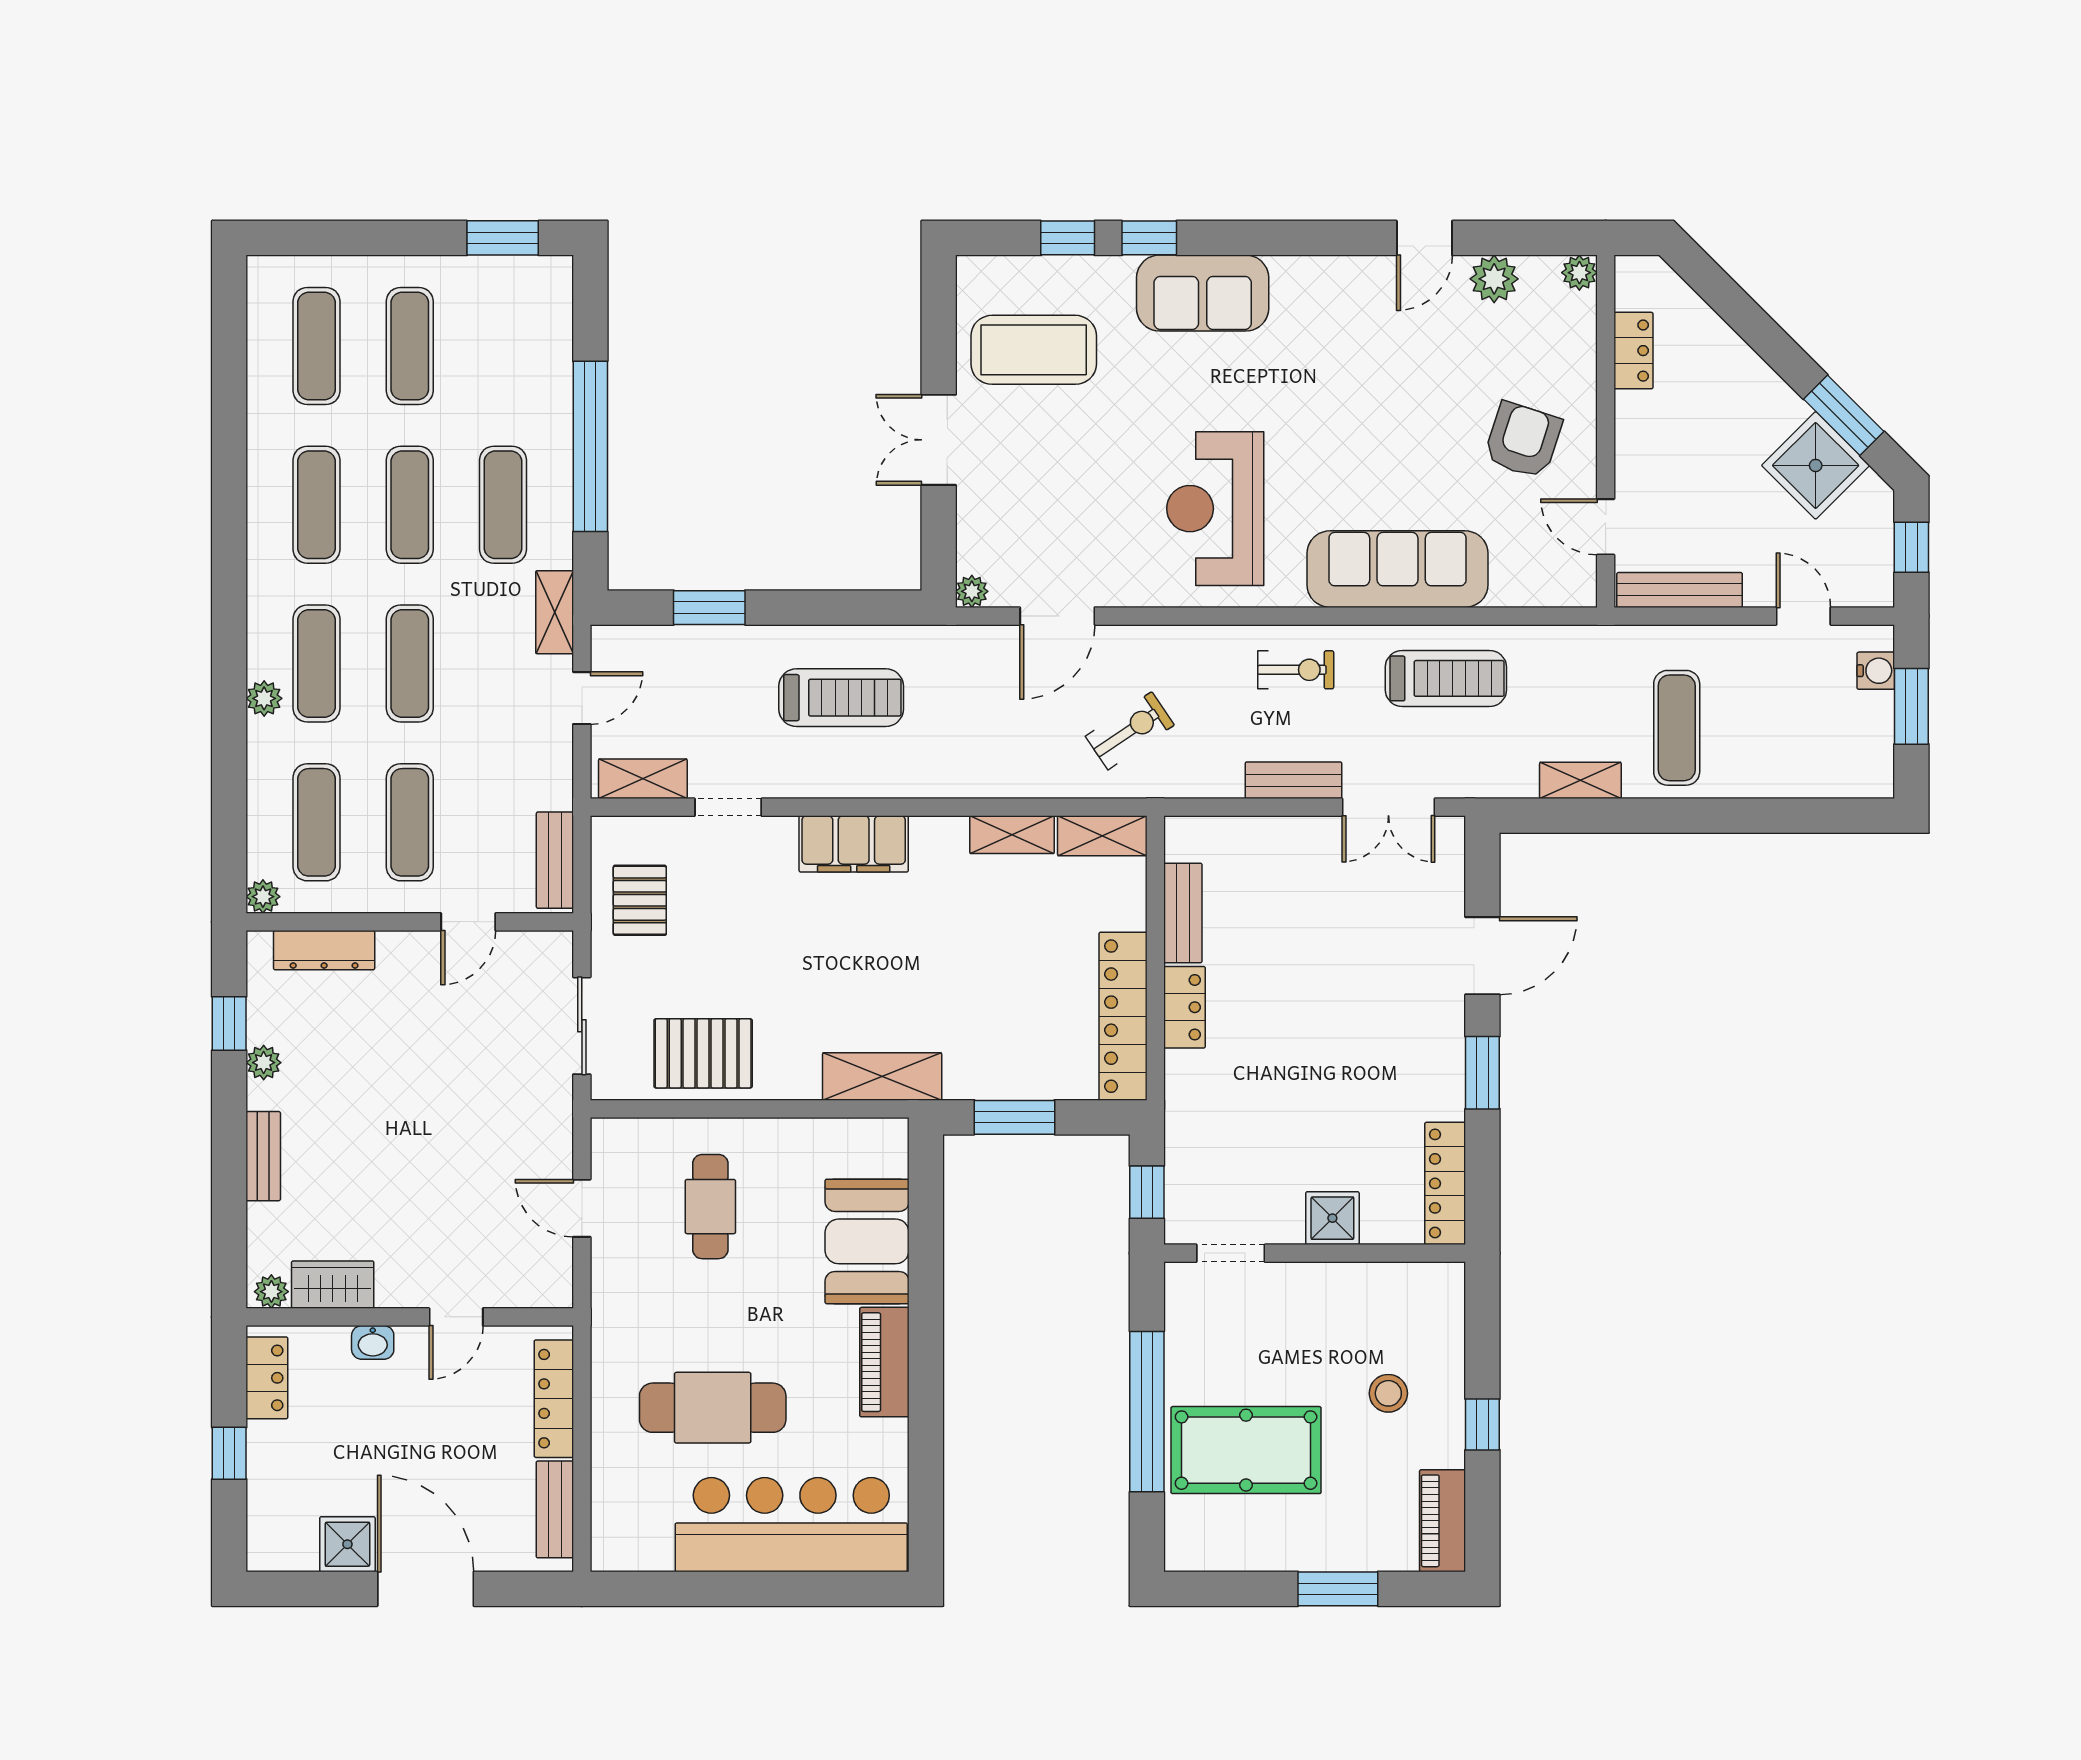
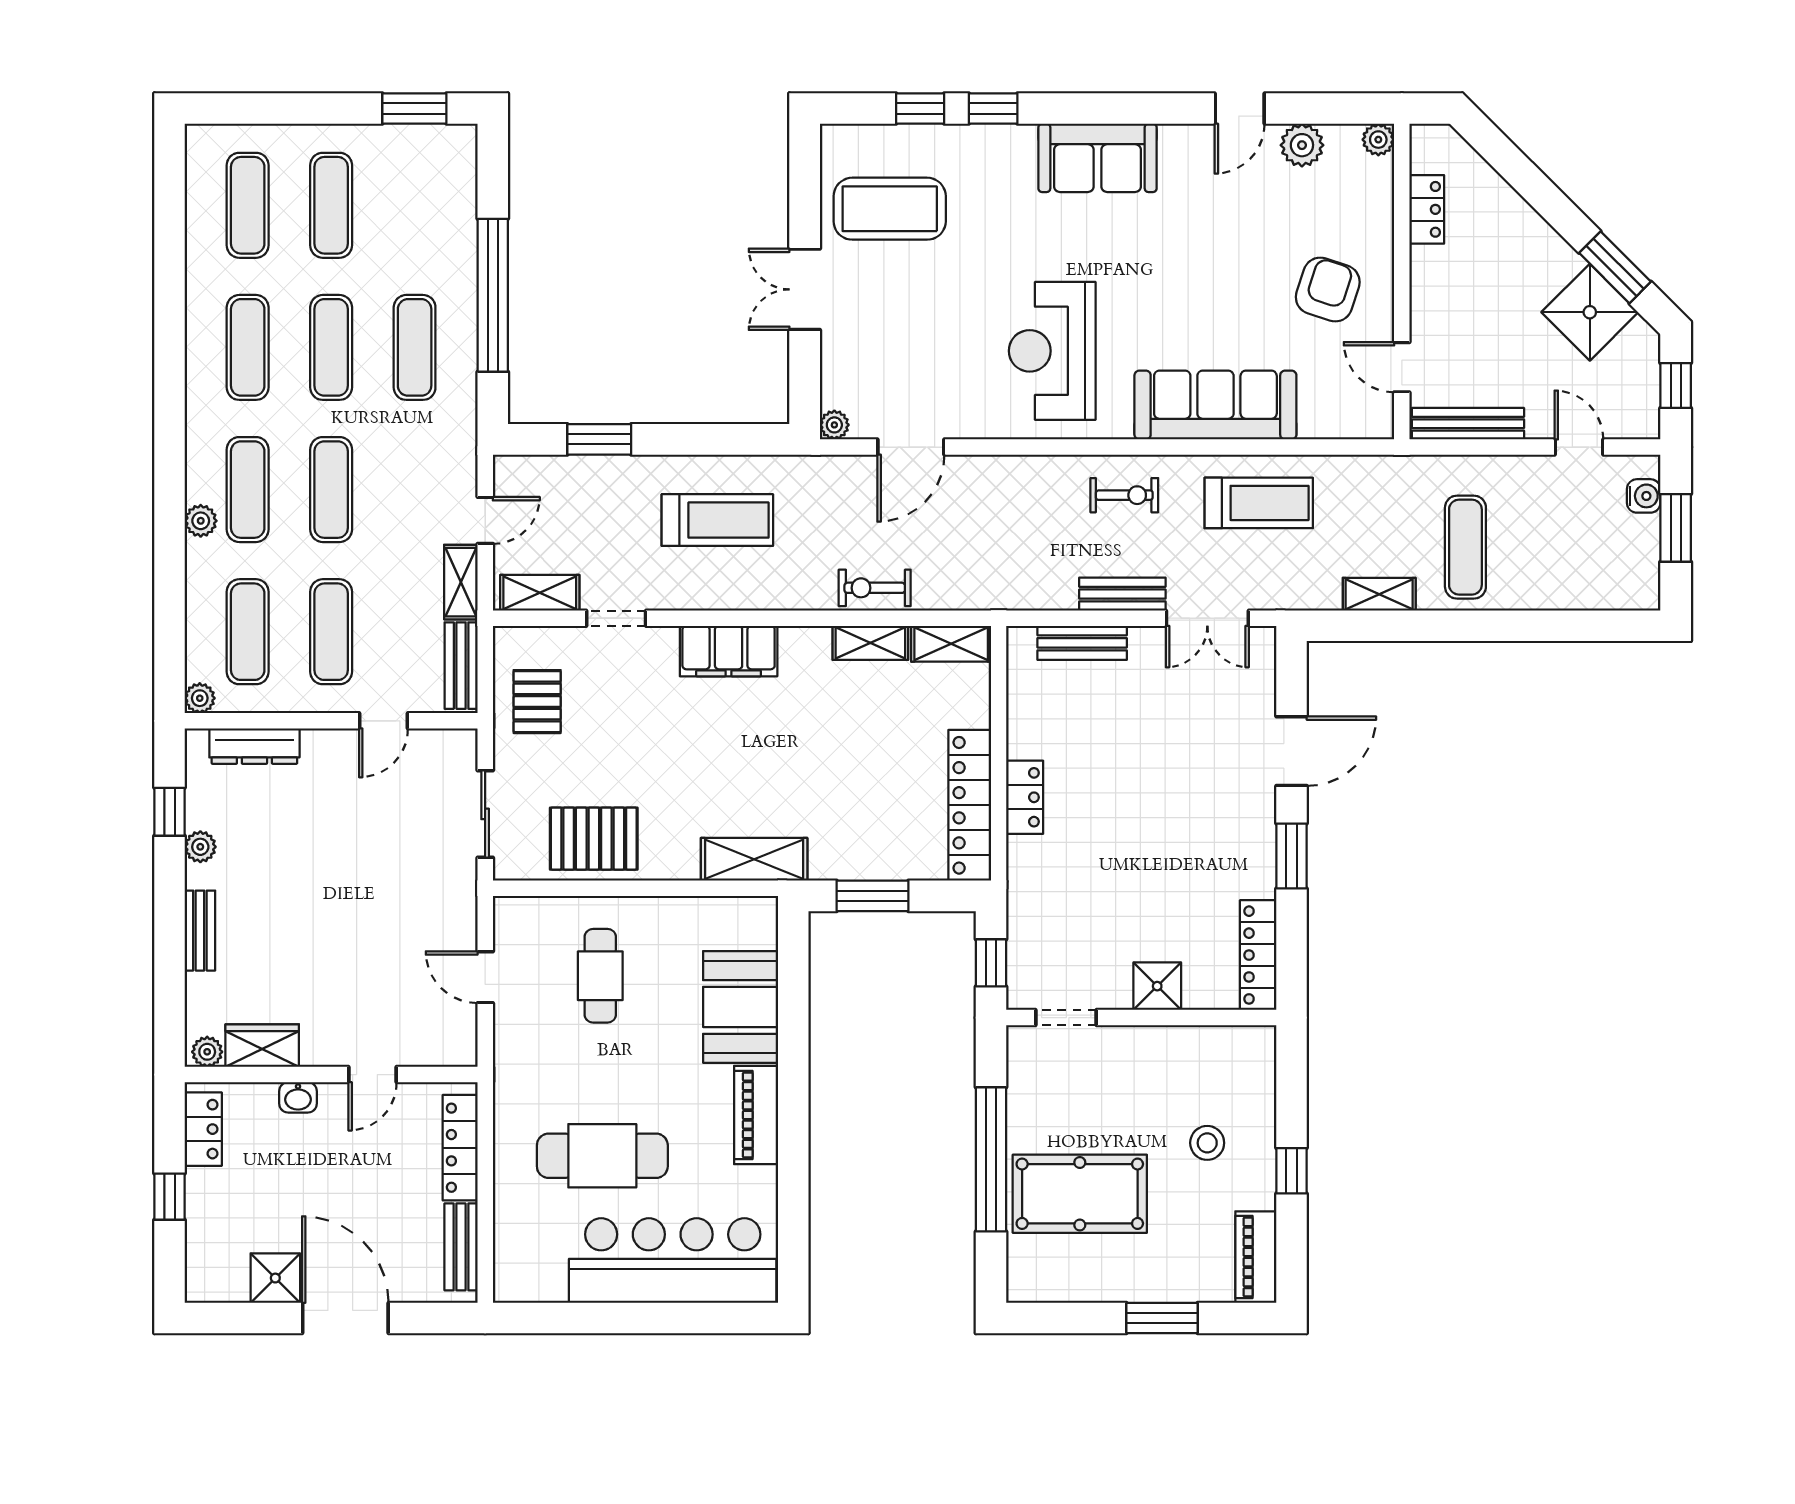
sofa: (1203, 293) -> (1098, 158), moved
shelving: (555, 612) -> (461, 582), moved
exercise bike: (1130, 731) -> (875, 588), moved, turned -146
bench: (1183, 913) -> (1082, 643), moved, turned 90

